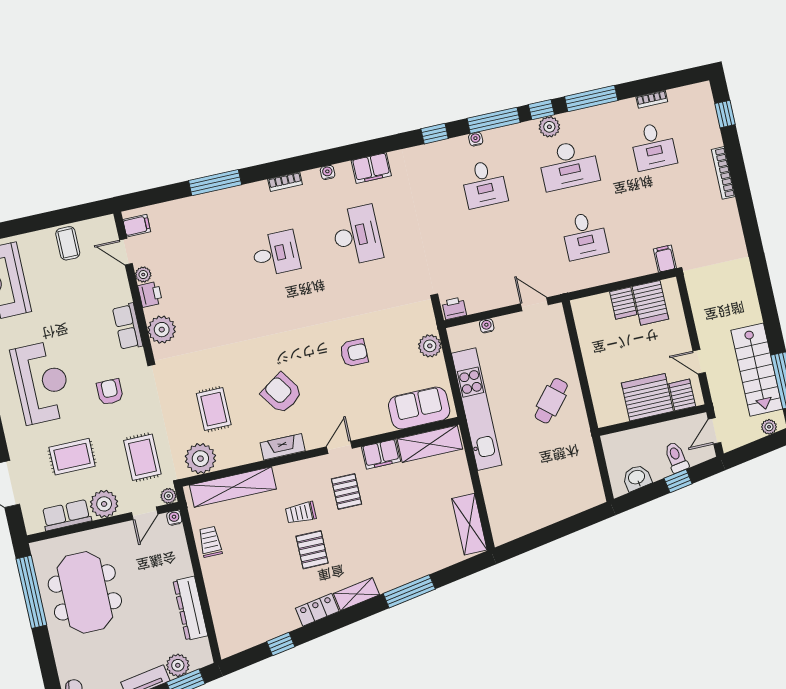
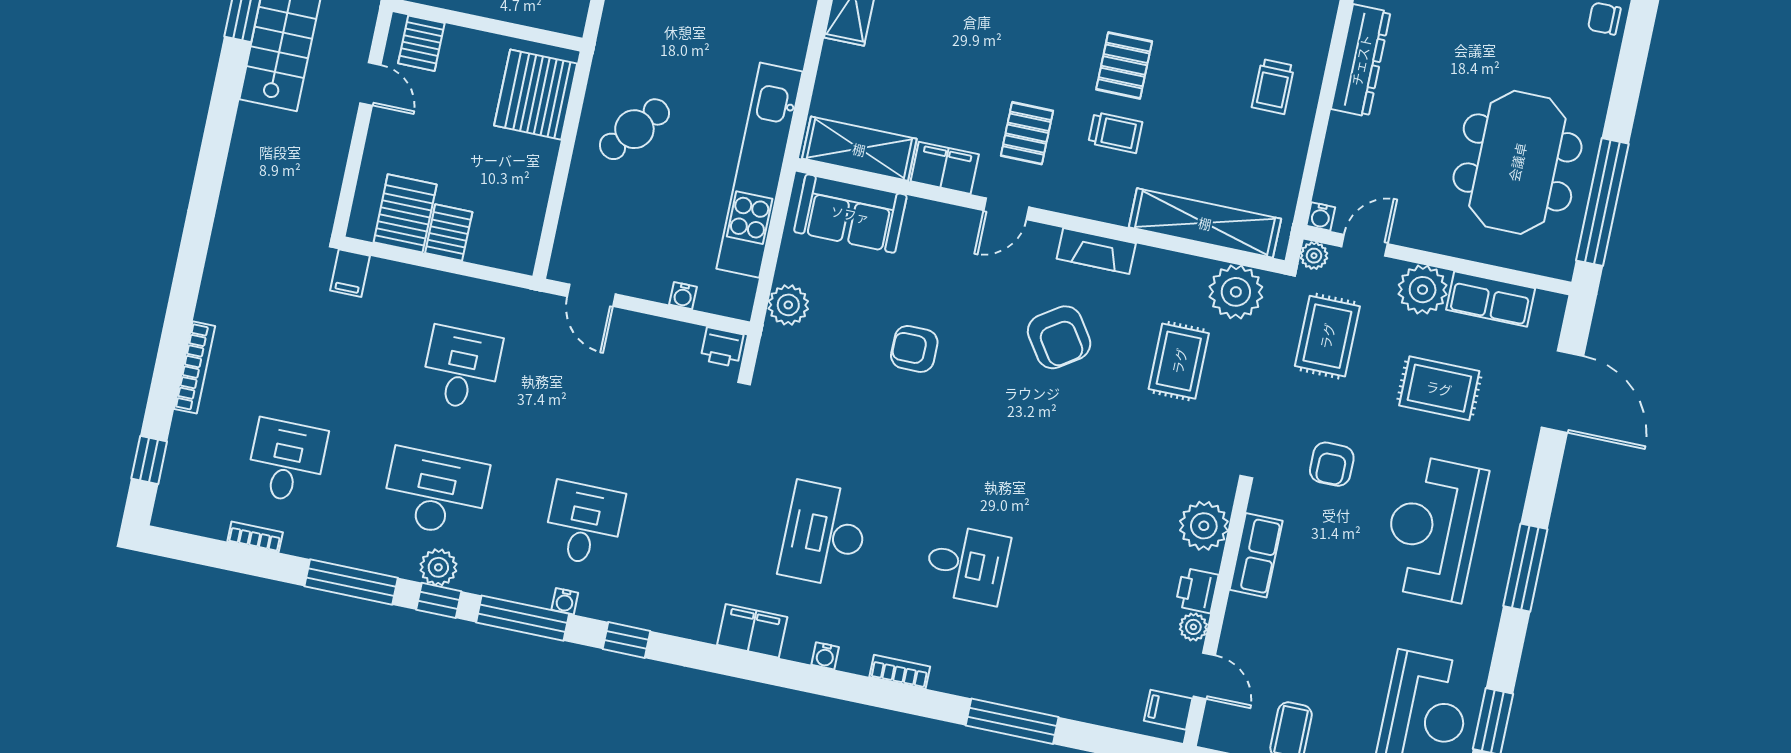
desk: (276, 253) -> (967, 564), turned 180
server rack: (647, 397) -> (536, 95), moved, turned 90
trolley: (210, 542) -> (1273, 86), moved

